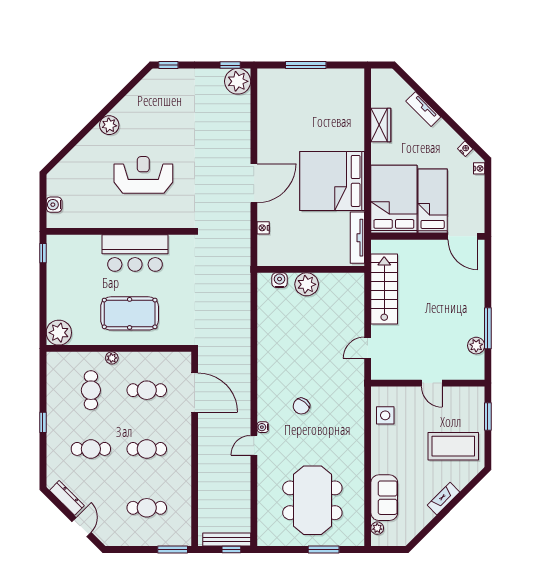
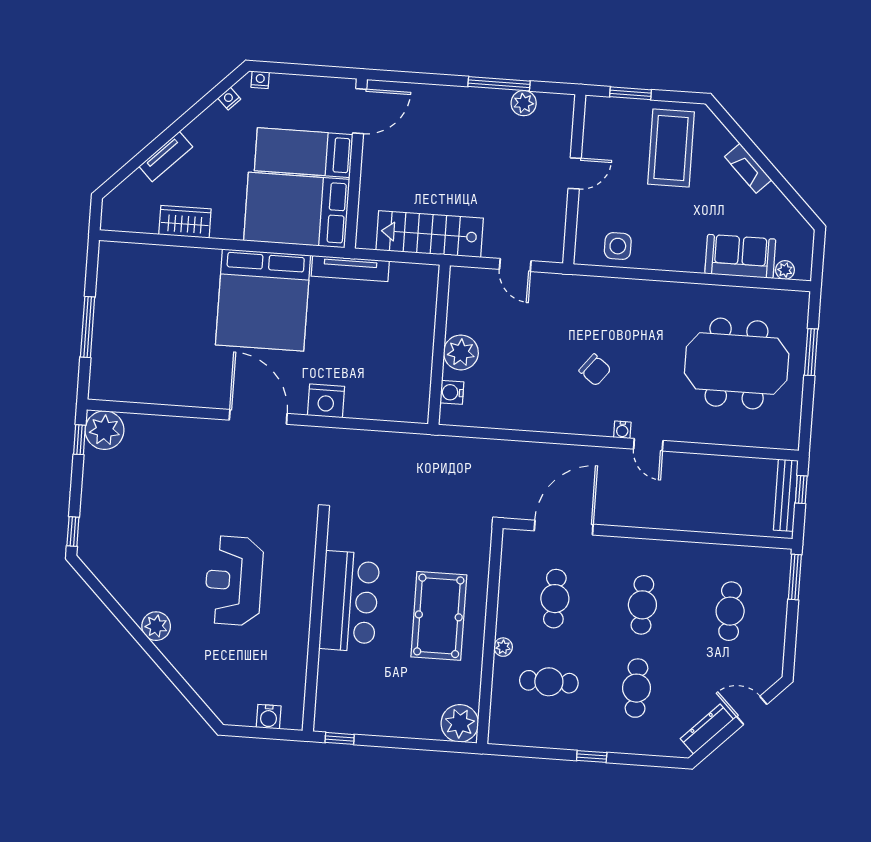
nightstand: (263, 228) -> (326, 401), width x1.89, depth x1.79
wall: (311, 269) -> (439, 345), moved
water cooler: (280, 280) -> (452, 392), moved
plant: (307, 284) -> (461, 352), moved

